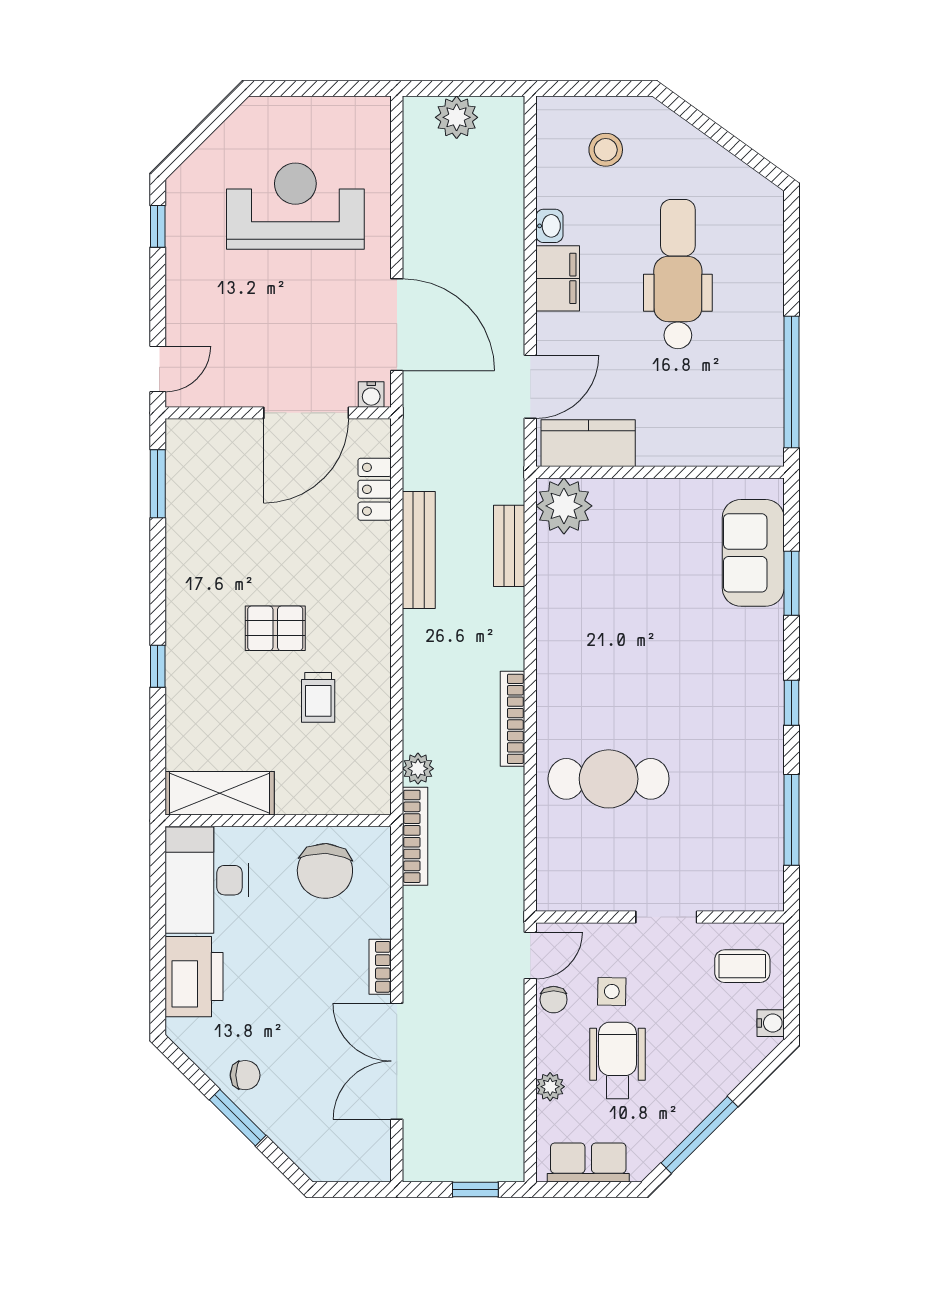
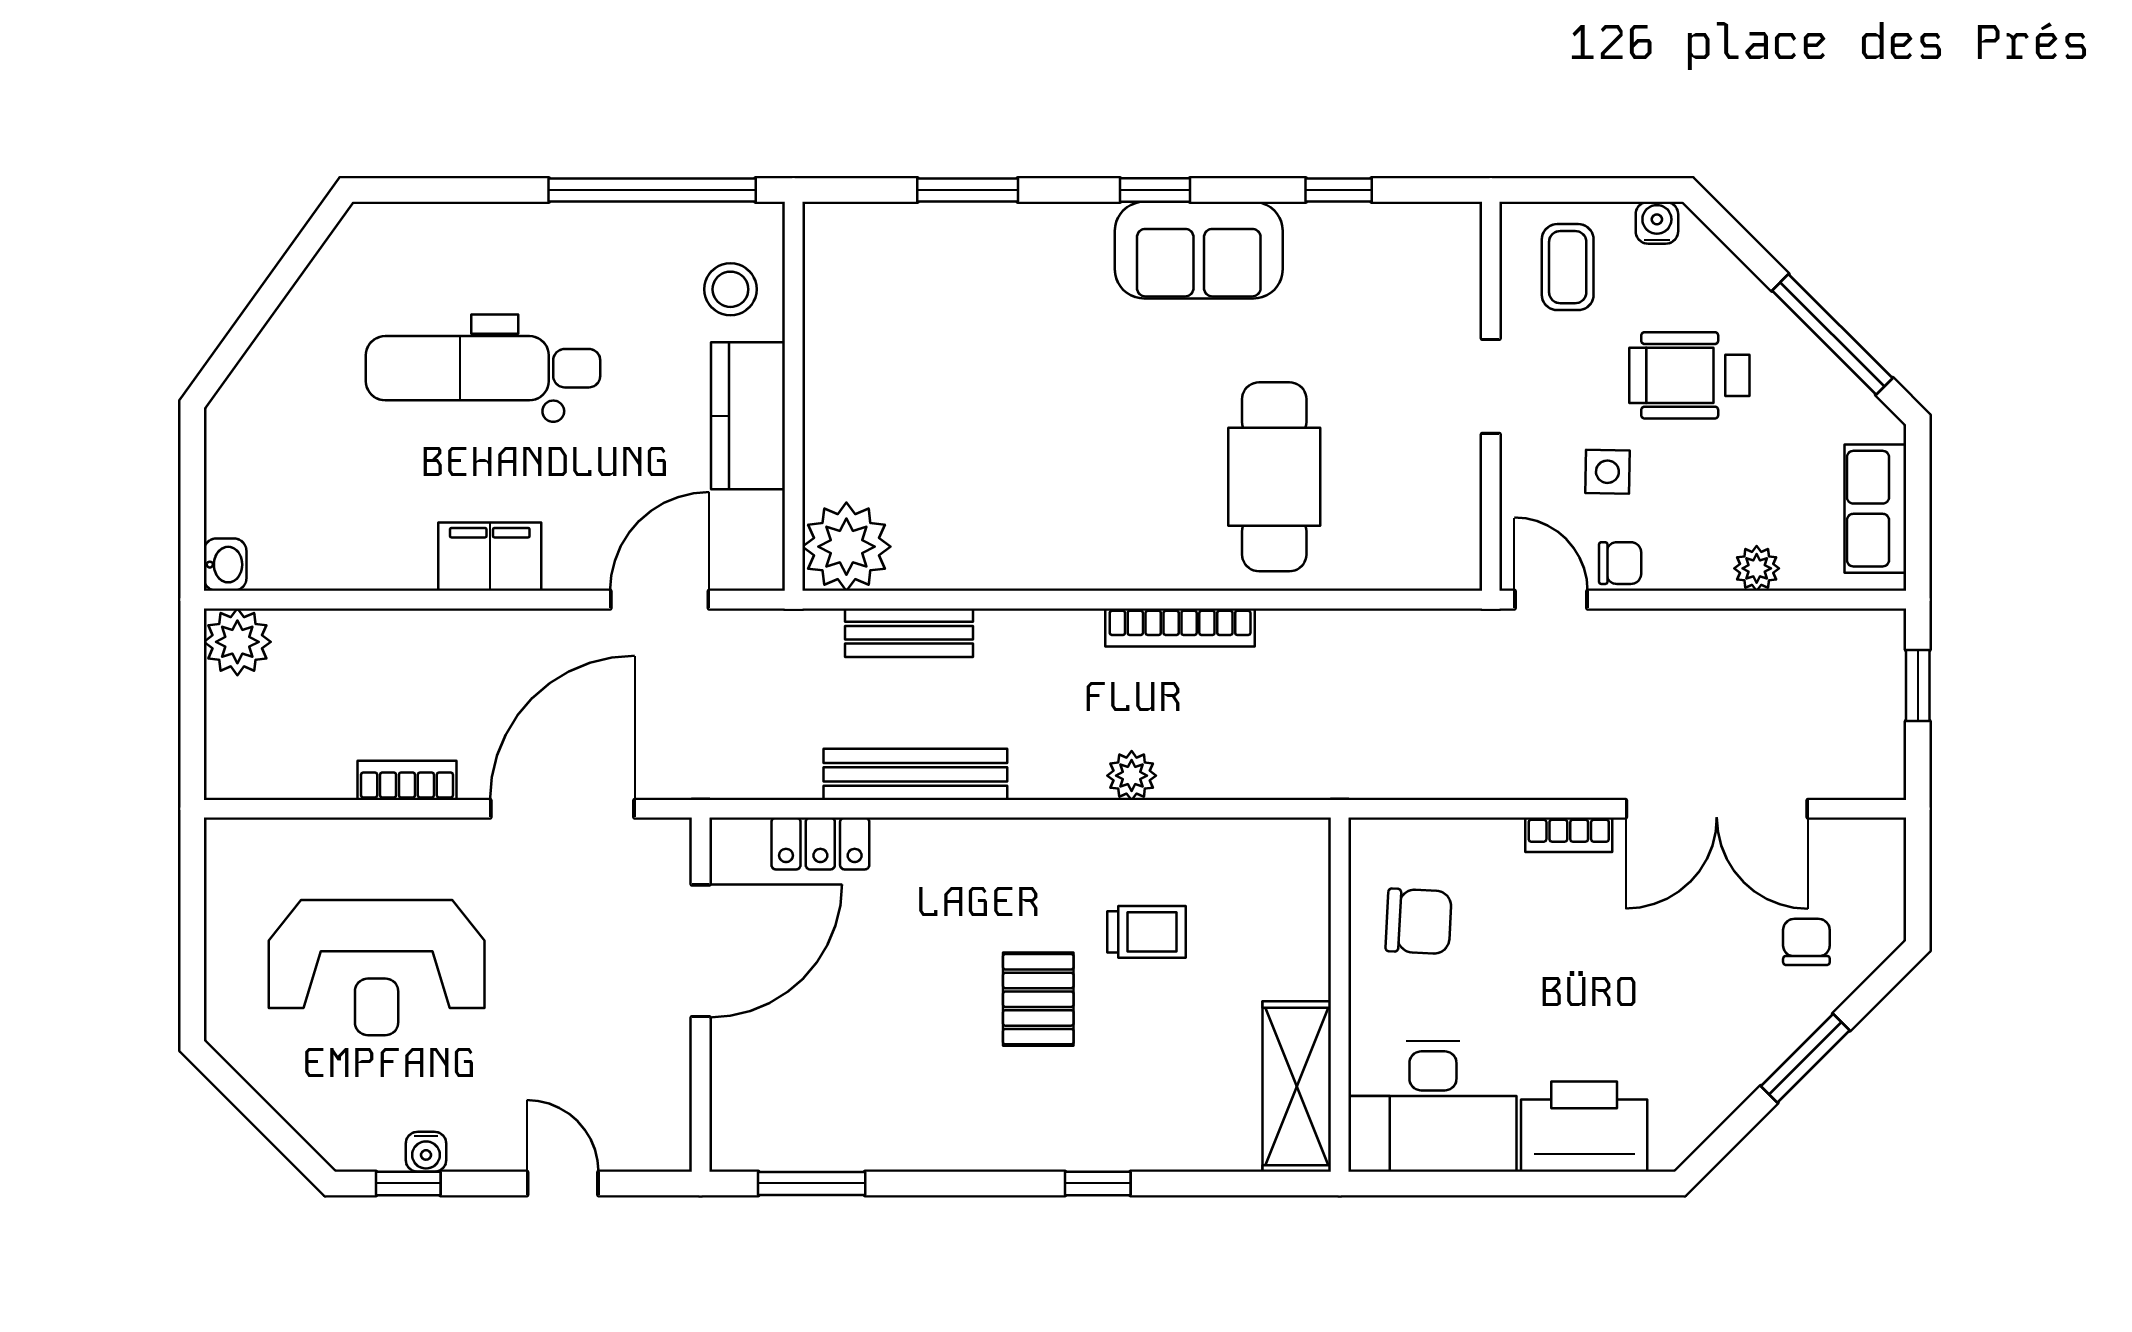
plant: (457, 117) -> (237, 642), moved
stool: (606, 150) -> (730, 289), moved
reception desk: (295, 206) -> (377, 968), turned -90
washbasin: (549, 226) -> (225, 565), moved, turned 90
door: (158, 369) -> (563, 1183), moved
door: (530, 387) -> (660, 600), hinge flipped
water cooler: (371, 394) -> (426, 1152), moved, turned 90
door: (306, 413) -> (701, 951), hinge flipped
kitchen counter: (588, 443) -> (748, 416), moved
sofa: (753, 553) -> (1199, 250), moved
plant: (418, 769) -> (1132, 776), moved
window: (792, 820) -> (1339, 190), width x0.46
bookcase: (415, 836) -> (407, 780), moved, width x0.64
chair: (325, 871) -> (1419, 921), width x0.73, depth x0.73
wheelchair: (617, 1060) -> (1689, 375), moved
chair: (245, 1075) -> (1806, 942), moved

